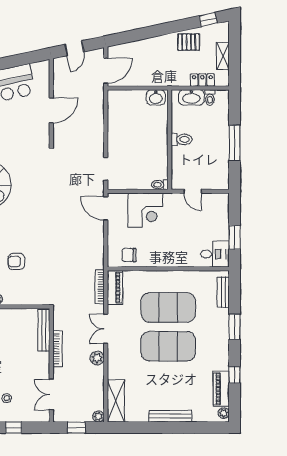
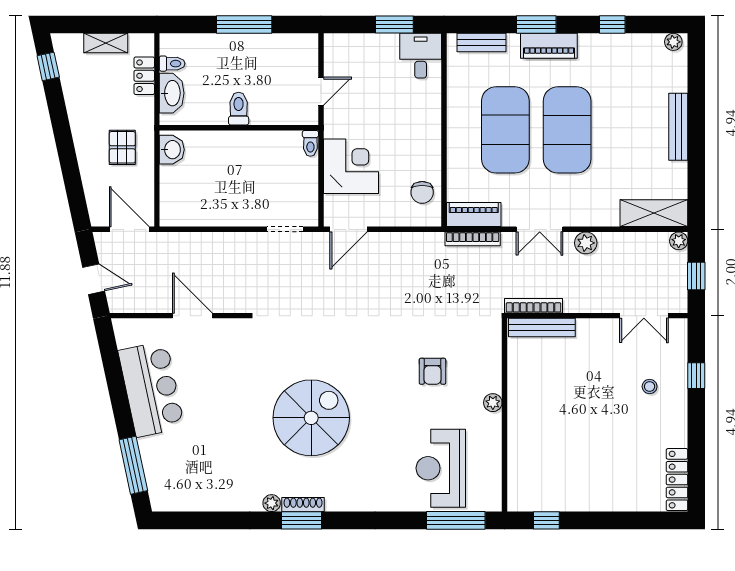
pallet: (189, 42) -> (122, 147), moved
bookcase: (58, 349) -> (534, 306), moved
piano: (221, 389) -> (549, 46), moved

